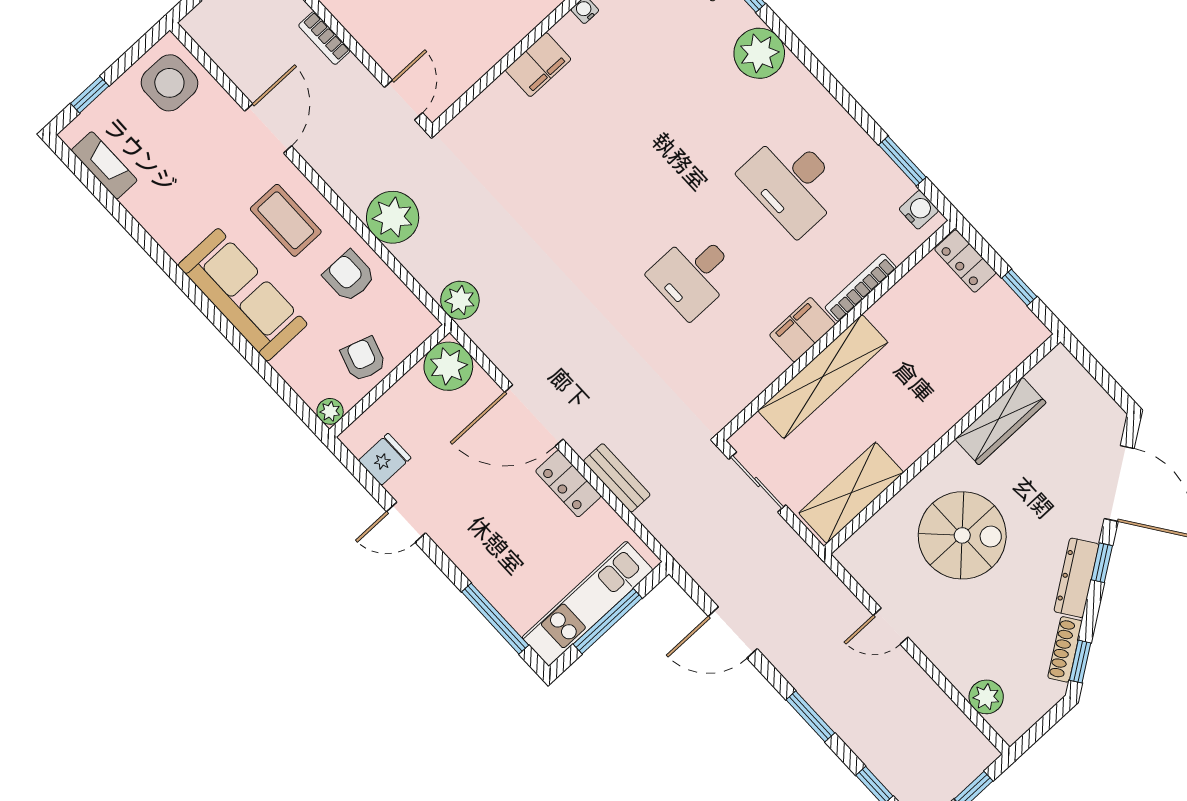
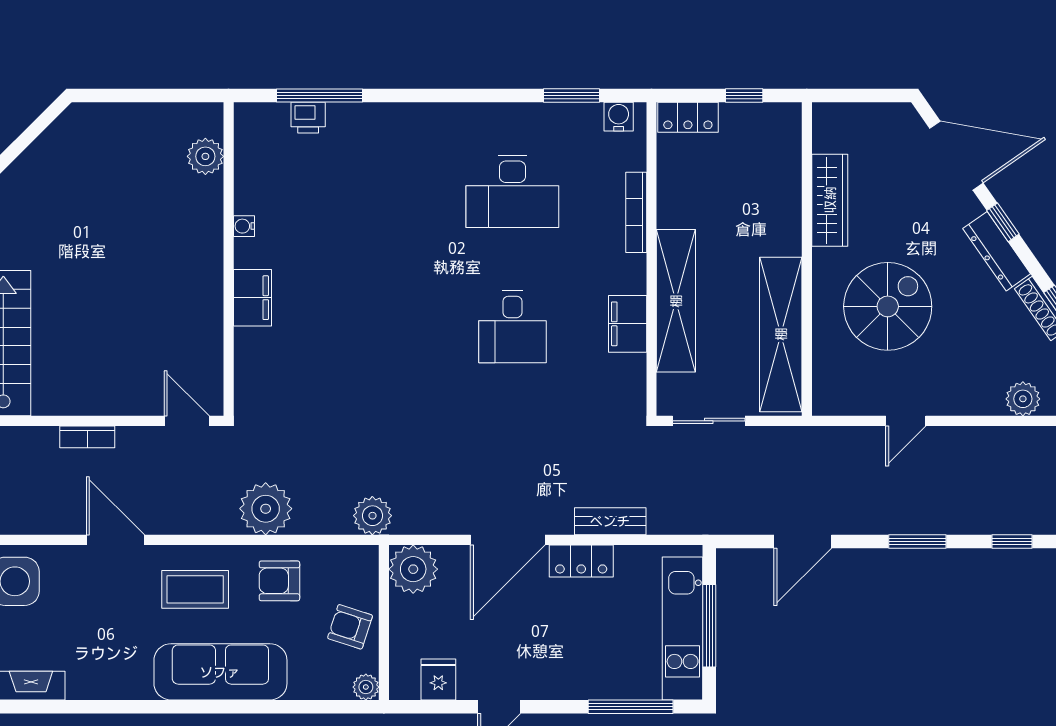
plant: (759, 53) -> (395, 127), removed
filing cabinet: (802, 330) -> (628, 324), moved
shelving: (851, 493) -> (781, 334), width x1.47

